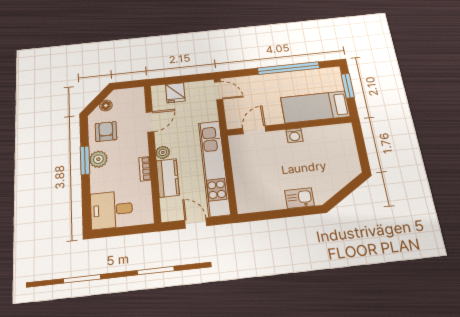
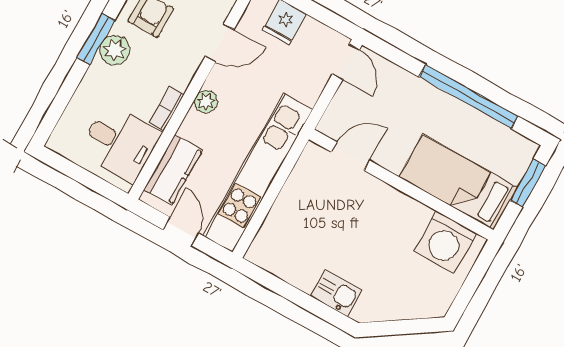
washing machine: (294, 135) -> (445, 242), moved, width x1.89, depth x1.89
kitchen counter: (168, 178) -> (173, 170), moved
desk: (111, 210) -> (120, 143), moved, turned 180

